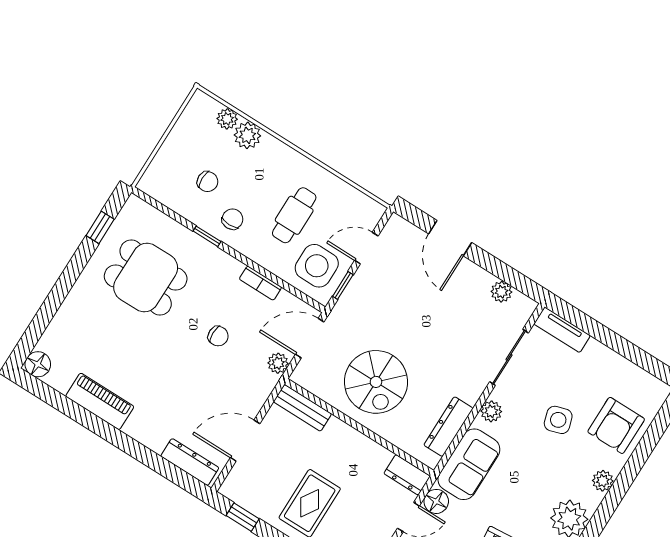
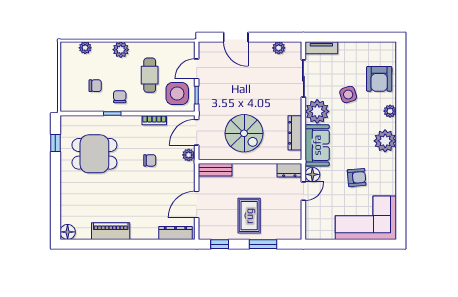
plant: (247, 135) -> (121, 50), moved
plant: (491, 411) -> (317, 111), width x1.88, depth x1.88

